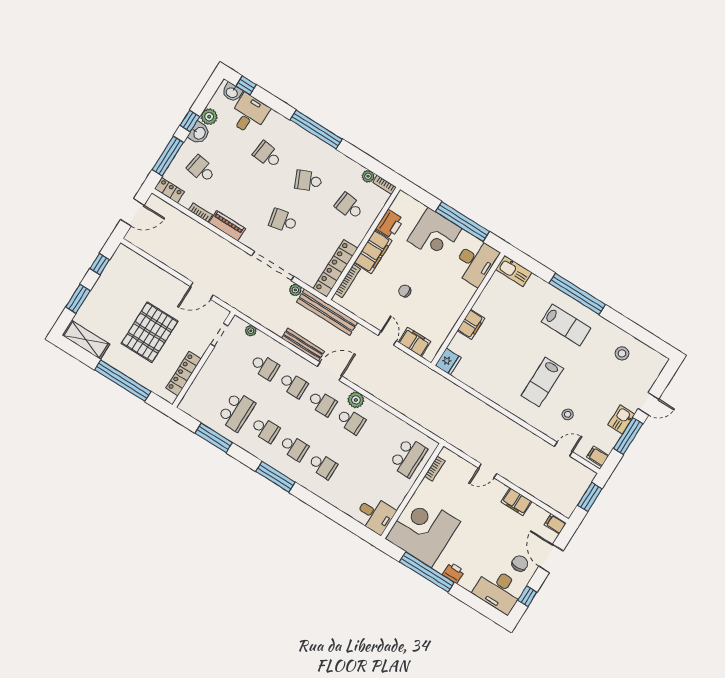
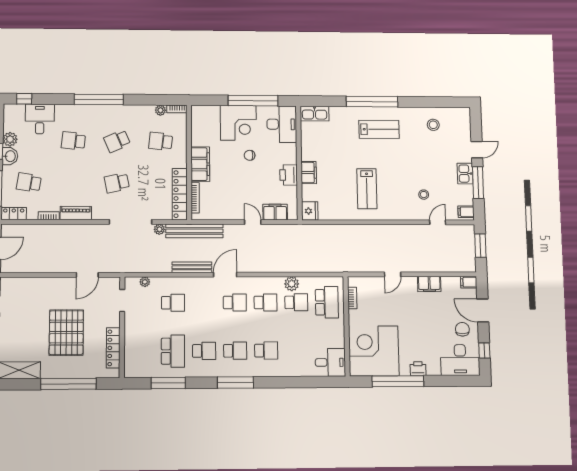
washbasin: (232, 92) -> (16, 110), removed
printer: (390, 224) -> (289, 175), moved, turned 180
chair: (405, 291) -> (250, 155), moved
lab bench: (542, 382) -> (367, 189), moved
school desk: (293, 385) -> (296, 302), moved
plant: (356, 400) -> (292, 284), moved

